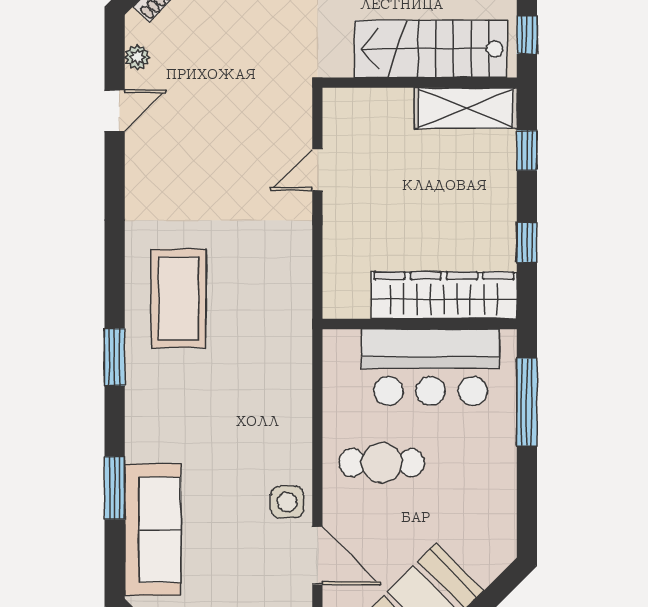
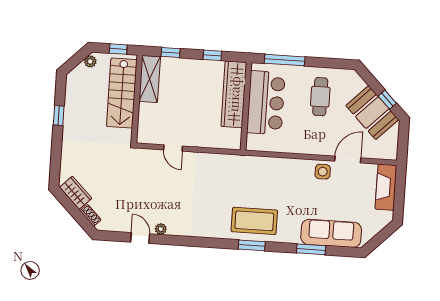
plant: (137, 57) -> (161, 229), moved
coffee table: (179, 298) -> (254, 221), moved
cafe table: (382, 463) -> (320, 97), moved

